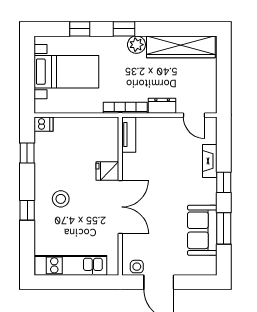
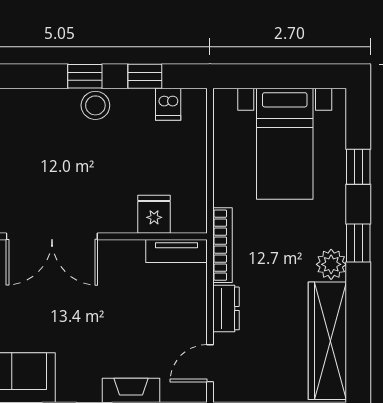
dishwasher: (43, 124) -> (168, 104), moved
fridge: (107, 171) -> (154, 214), moved
stool: (61, 199) -> (95, 105), moved
window: (27, 210) -> (85, 76), moved

